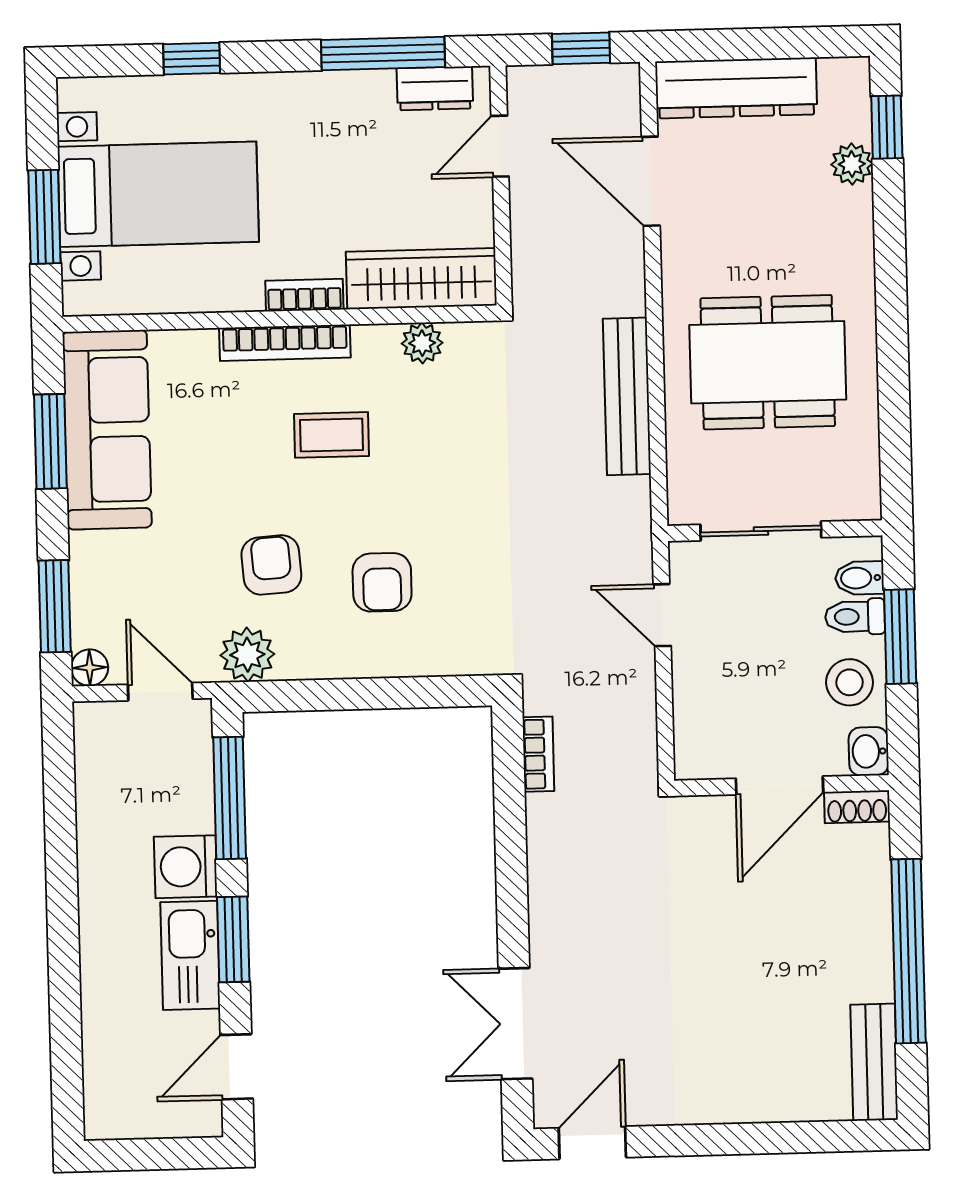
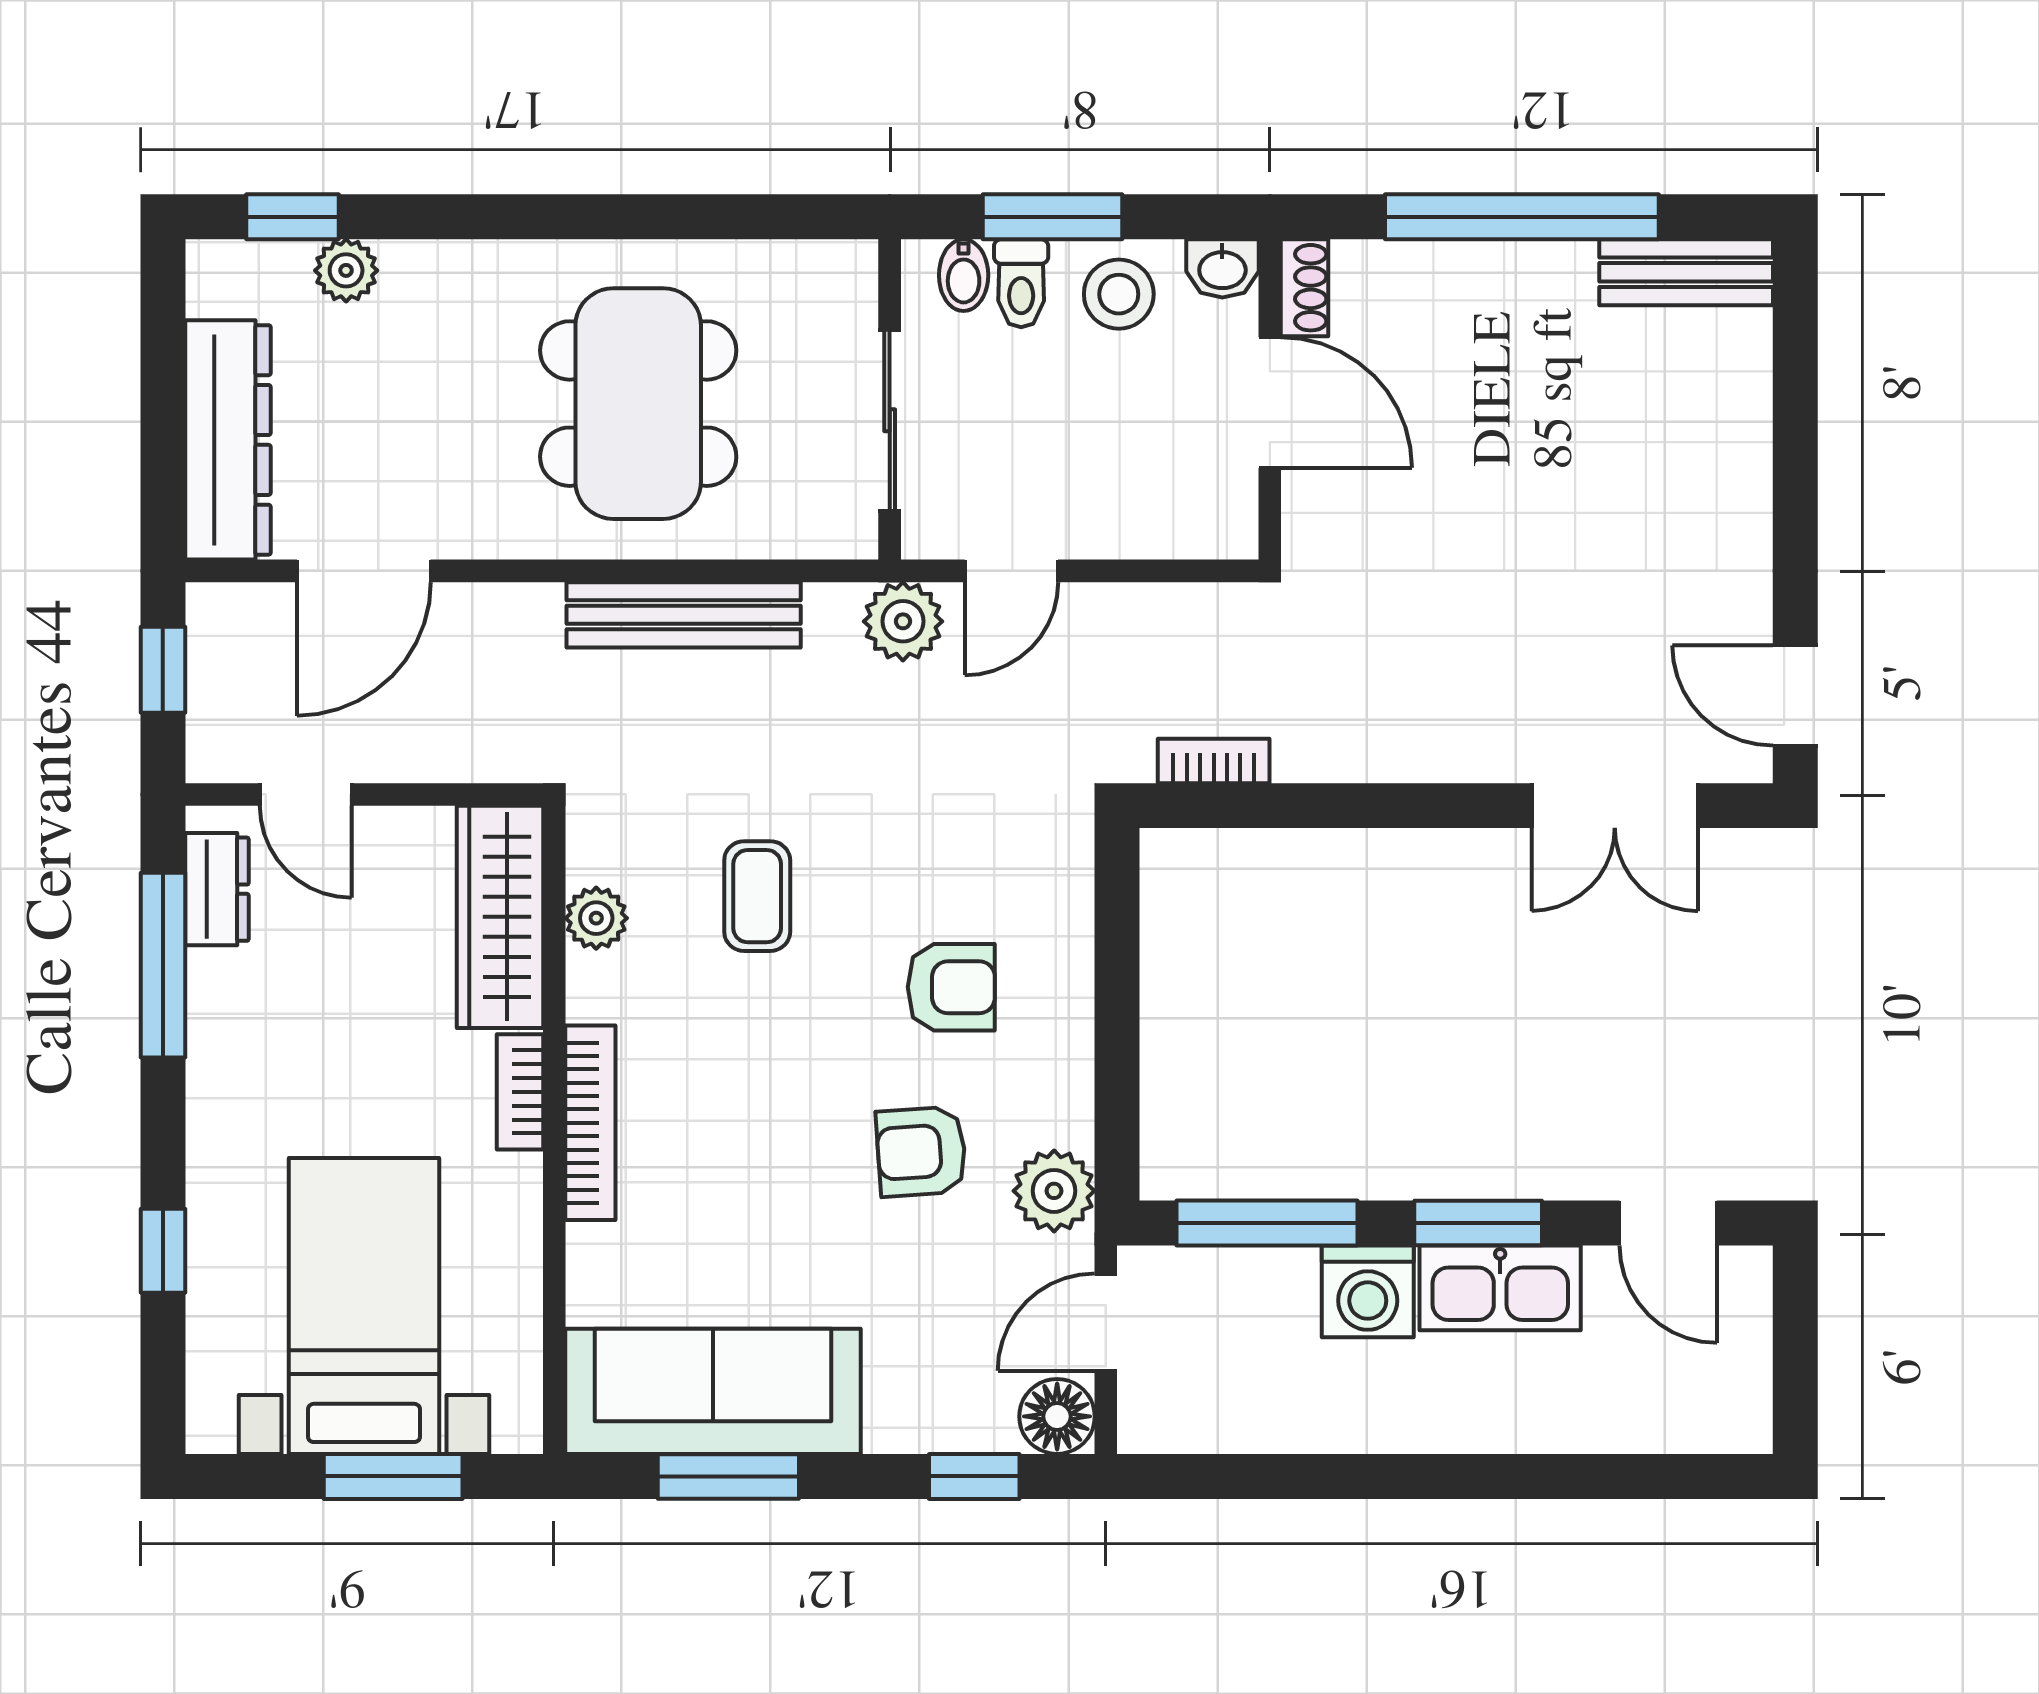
coffee table: (331, 435) -> (757, 896), moved
plant: (626, 543) -> (903, 621), added
window: (55, 606) -> (974, 1476), width x0.67
floor lamp: (90, 668) -> (1057, 1416), width x1.37, depth x1.37

